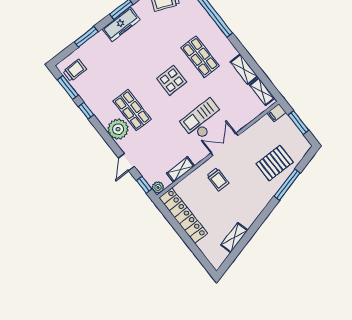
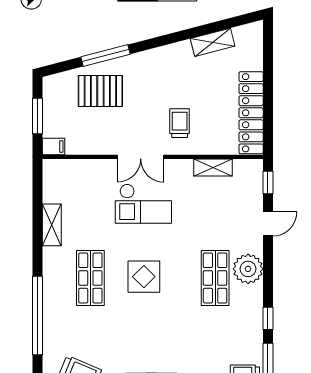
shelving: (262, 92) -> (51, 183), removed
plant: (158, 187) -> (255, 167), removed

